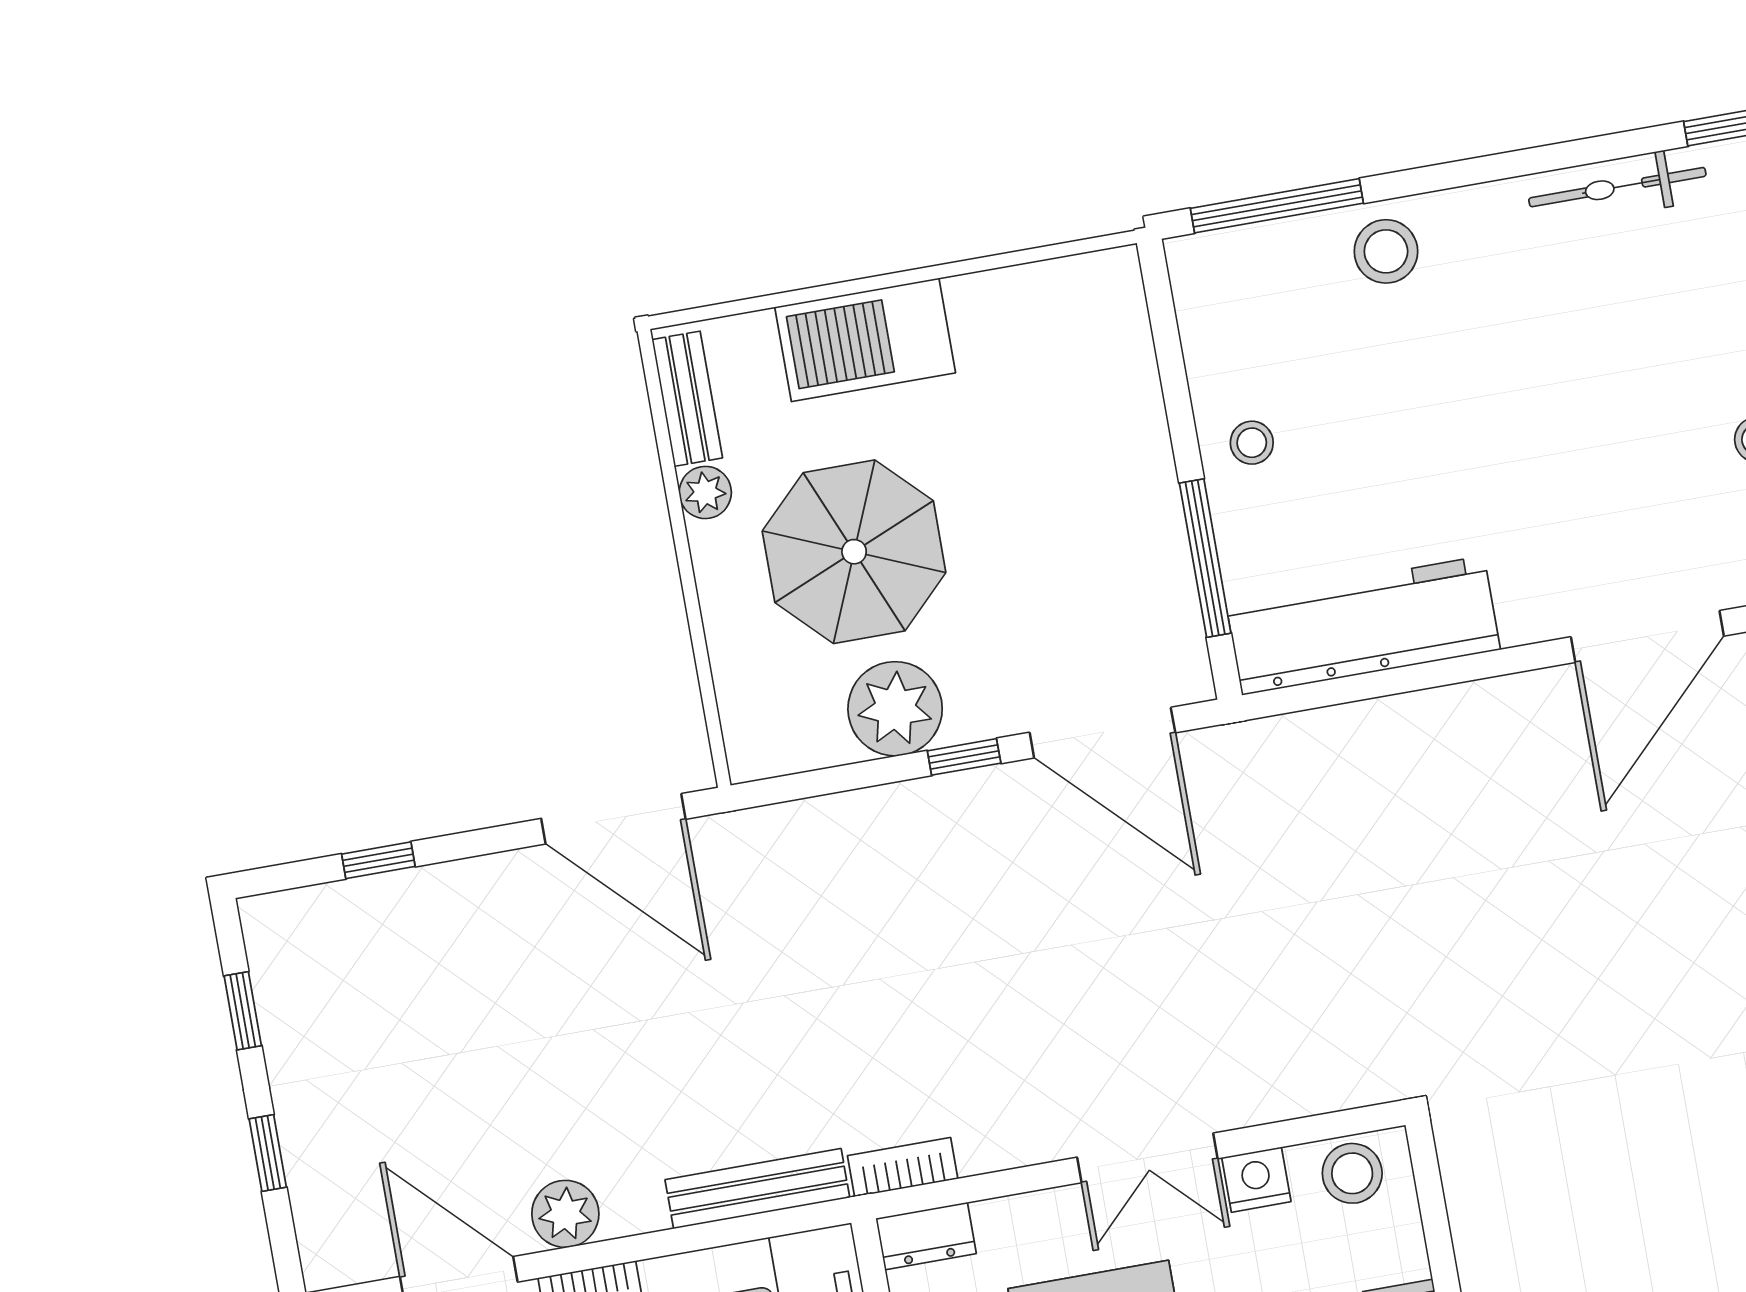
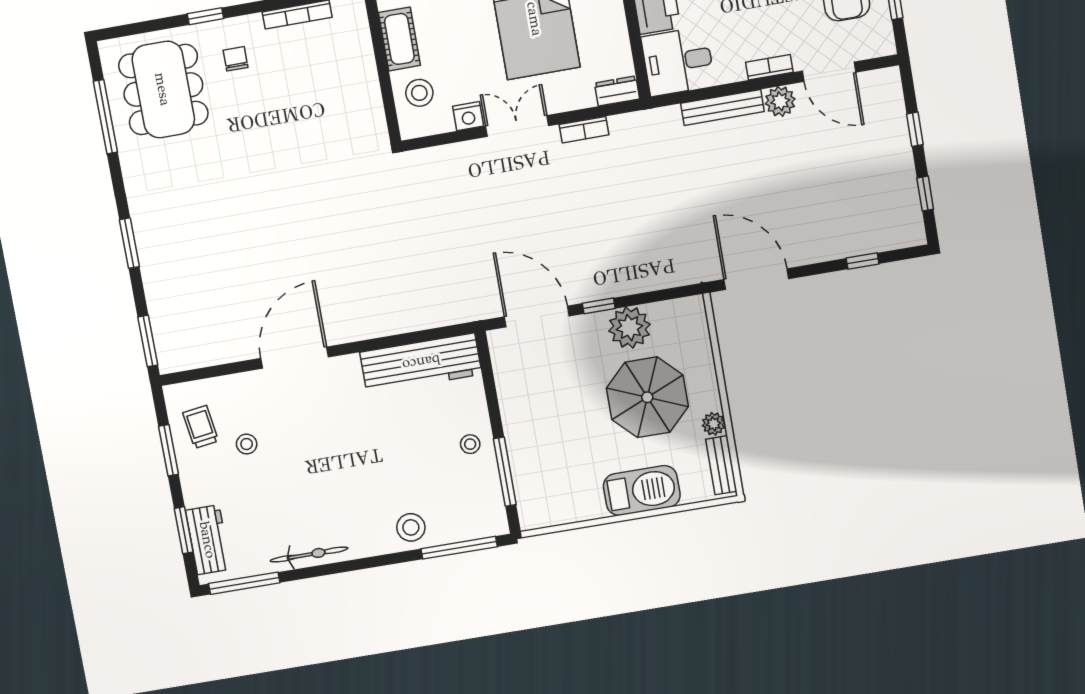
window: (1205, 558) -> (505, 472), moved
bookcase: (903, 1167) -> (584, 130), moved
stool: (1352, 1173) -> (419, 93), moved
bench: (757, 1189) -> (722, 107), moved

